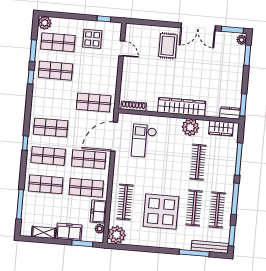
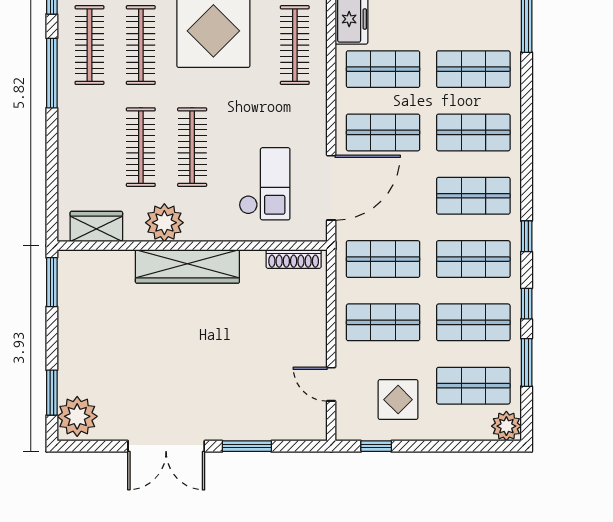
double door: (198, 27) -> (166, 446), swing flipped
window: (232, 30) -> (247, 446), moved
plant: (242, 40) -> (77, 416), width x1.88, depth x1.88
rug: (168, 46) -> (230, 399), removed
shop shelf: (96, 74) -> (383, 322), added
shop shelf: (53, 99) -> (473, 259), added
dresser: (230, 113) -> (79, 262), removed
window: (25, 143) -> (527, 236), moved
window: (239, 159) -> (52, 162), removed
clothes rail: (175, 160) -> (192, 147), added

